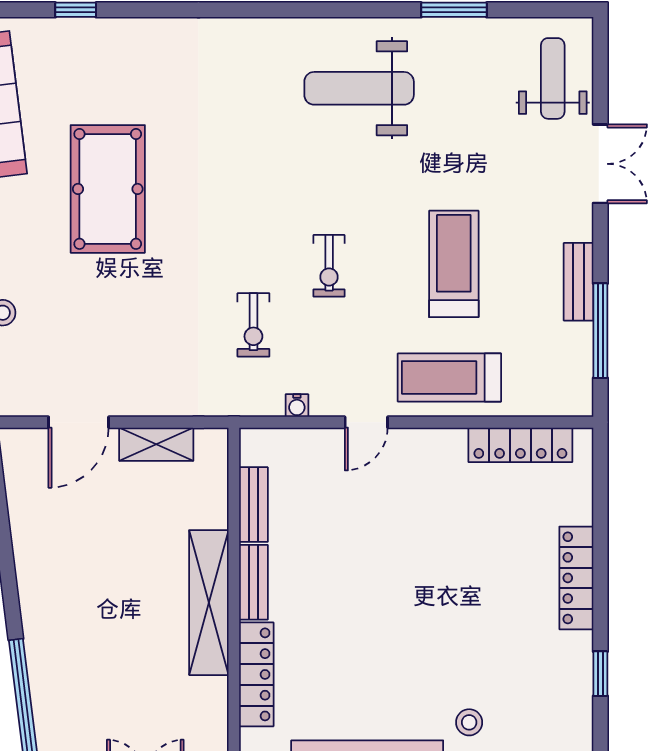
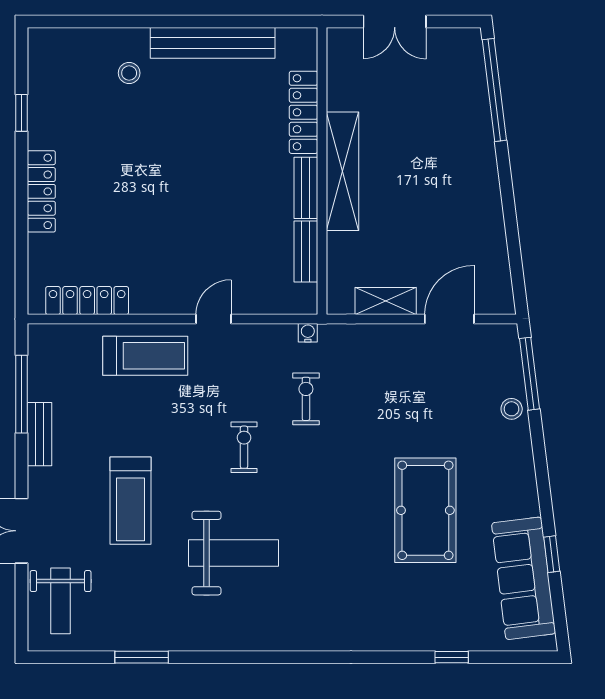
weight bench: (359, 88) -> (233, 553), moved
treadmill: (454, 264) -> (130, 501), moved
water cooler: (297, 406) -> (308, 333), moved

